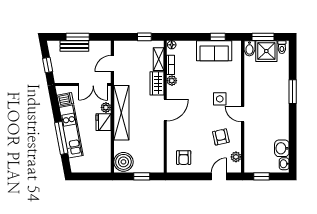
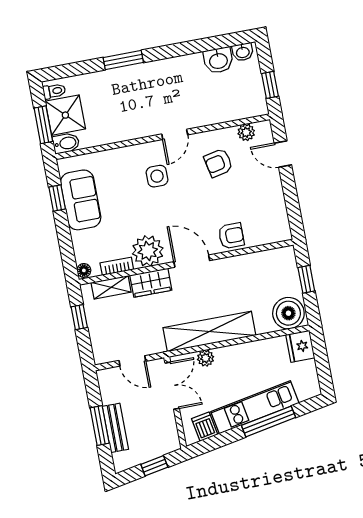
plant: (172, 81) -> (148, 251), width x1.87, depth x1.87
fridge: (104, 122) -> (300, 346), moved, turned 90
armchair: (184, 158) -> (231, 236), moved

